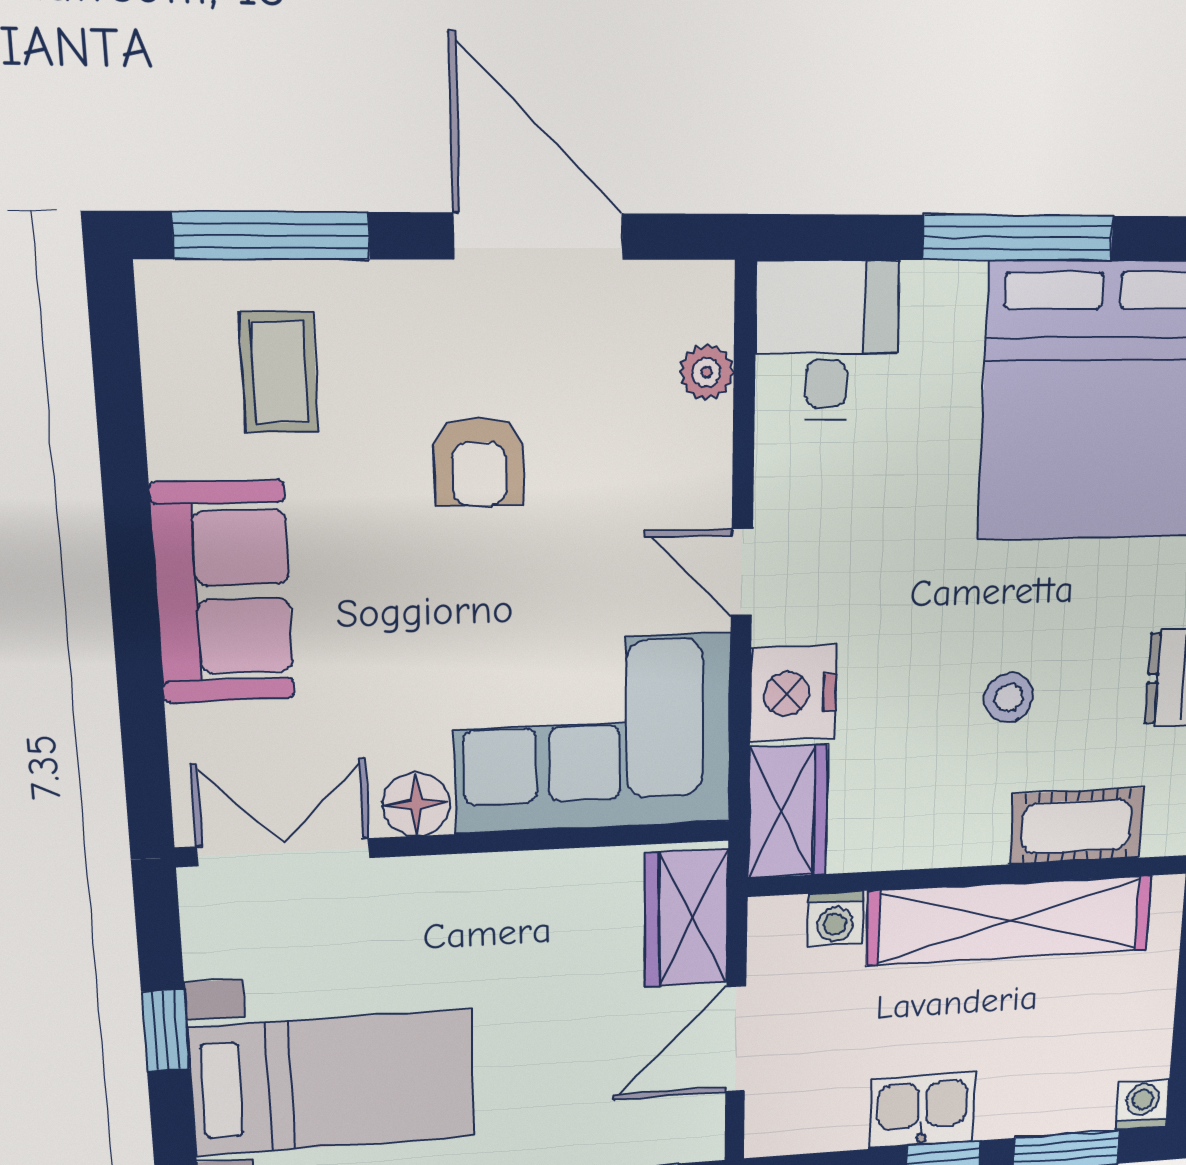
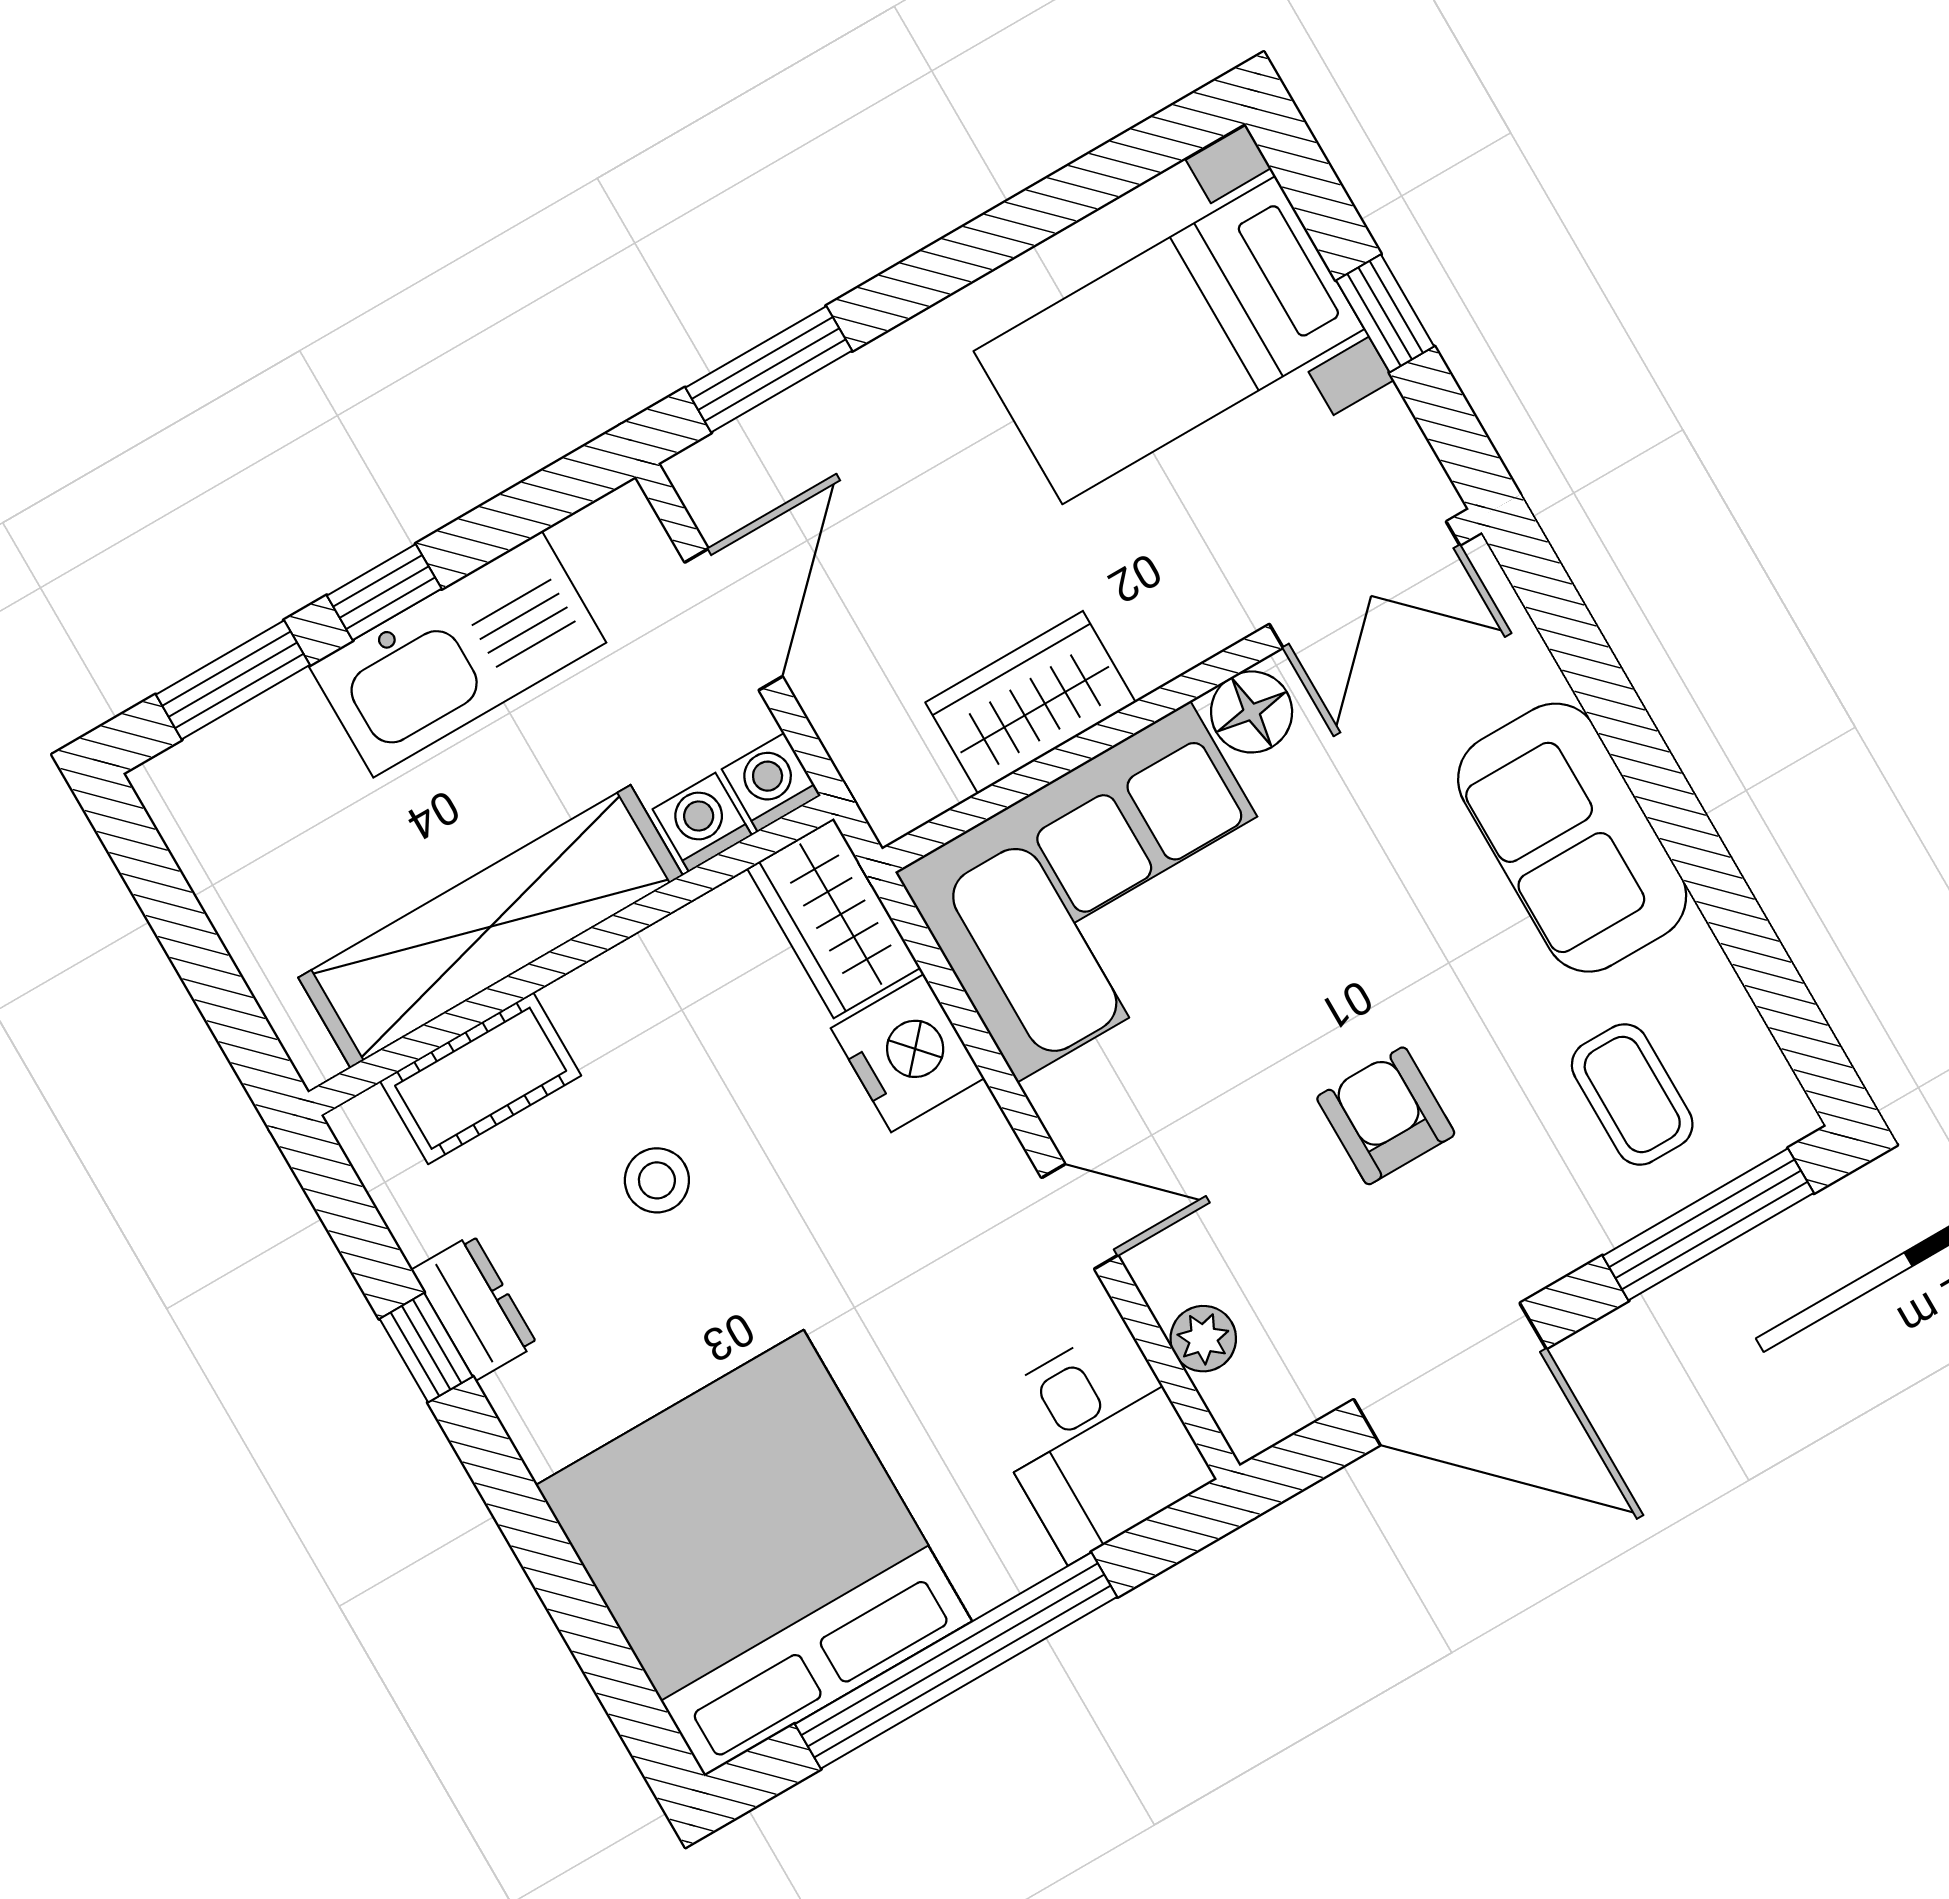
window: (1018, 238) -> (956, 1660), width x1.46
door: (742, 572) -> (1080, 1216), moved
wardrobe: (687, 918) -> (1031, 702), moved, turned -90
washing machine: (1142, 1104) -> (771, 782), moved, turned 180
kitchen sink: (922, 1110) -> (457, 654), width x1.88, depth x1.24

